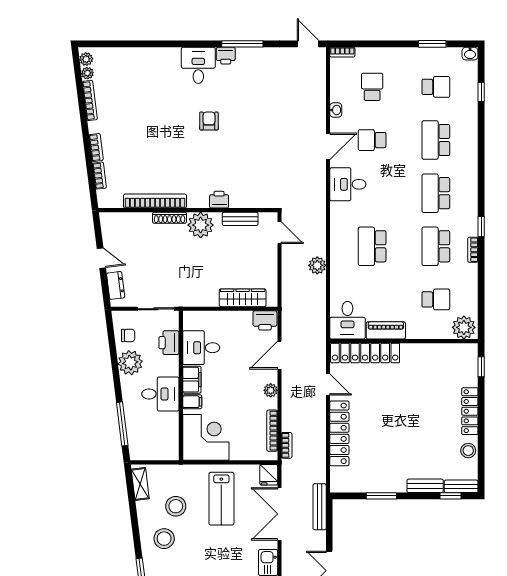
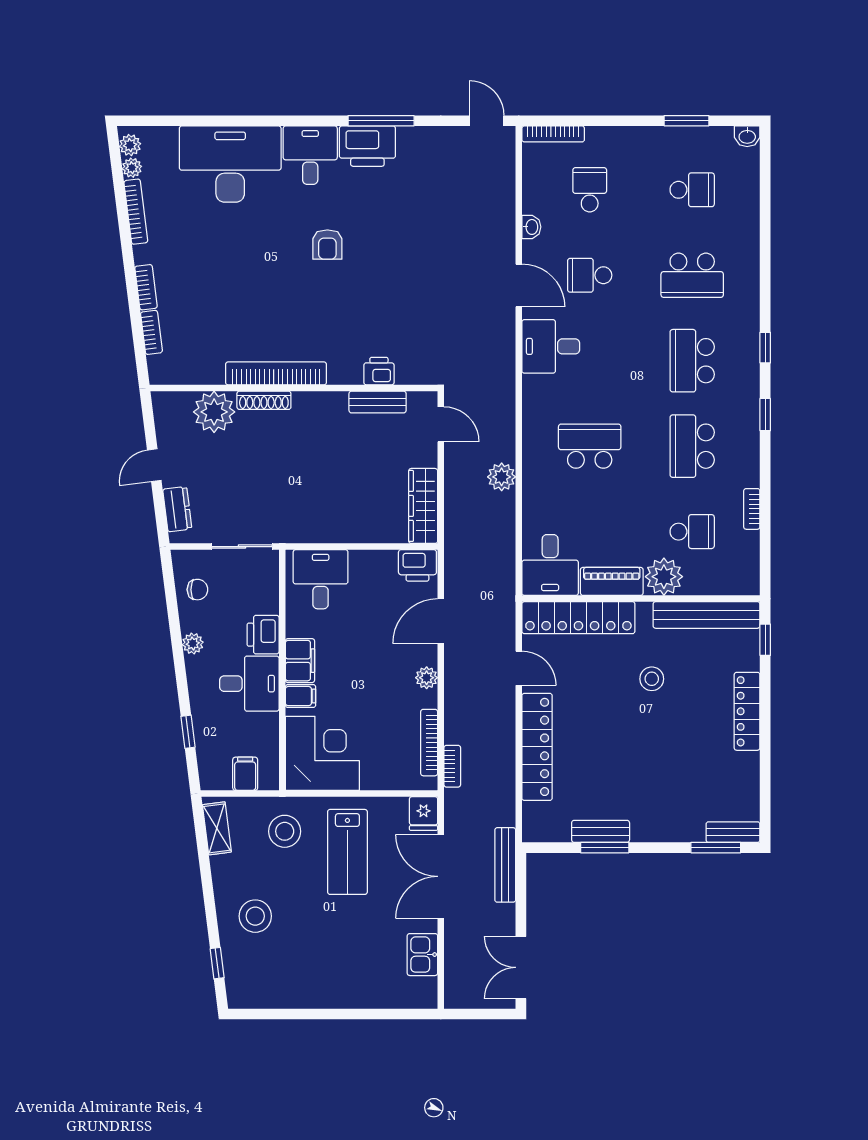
bookcase: (342, 52) -> (553, 134), width x1.56
printer: (226, 56) -> (367, 146), width x1.87, depth x1.48
desk: (148, 71) -> (230, 164), added
window: (481, 92) -> (765, 348), moved
armchair: (209, 121) -> (327, 245), turned 180
school desk: (436, 140) -> (692, 275), turned -90
door: (328, 146) -> (519, 285), hinge flipped
printer: (219, 200) -> (379, 371), moved
bookcase: (155, 201) -> (276, 373), moved
plant: (201, 225) -> (214, 412), moved
school desk: (372, 246) -> (590, 446), turned 90
bookcase: (473, 250) -> (752, 509), moved
door: (101, 258) -> (154, 465), swing flipped
wardrobe: (243, 298) -> (423, 506), moved, turned -90
plant: (464, 327) -> (664, 577), moved
printer: (169, 343) -> (263, 635), moved
desk: (201, 348) -> (321, 579), moved, turned 90
bench: (445, 351) -> (707, 615), added
plant: (130, 363) -> (193, 644), width x0.53, depth x0.53
window: (122, 424) -> (188, 732), width x0.46
filing cabinet: (158, 450) -> (245, 774), added
stool: (468, 451) -> (652, 679), moved
bench: (425, 486) -> (601, 831), moved
window: (450, 496) -> (716, 848), width x1.50
stool: (176, 506) -> (285, 831), moved

